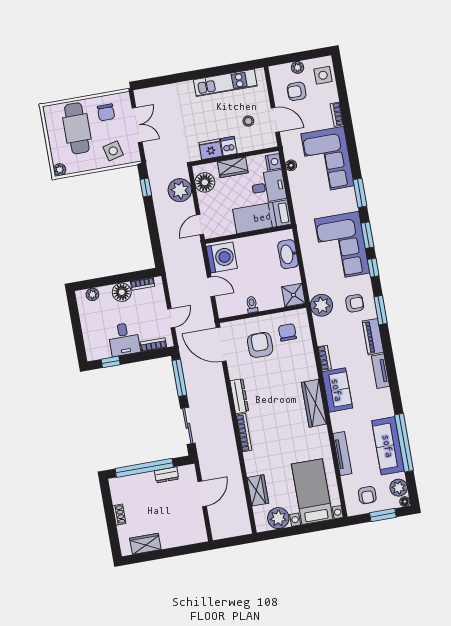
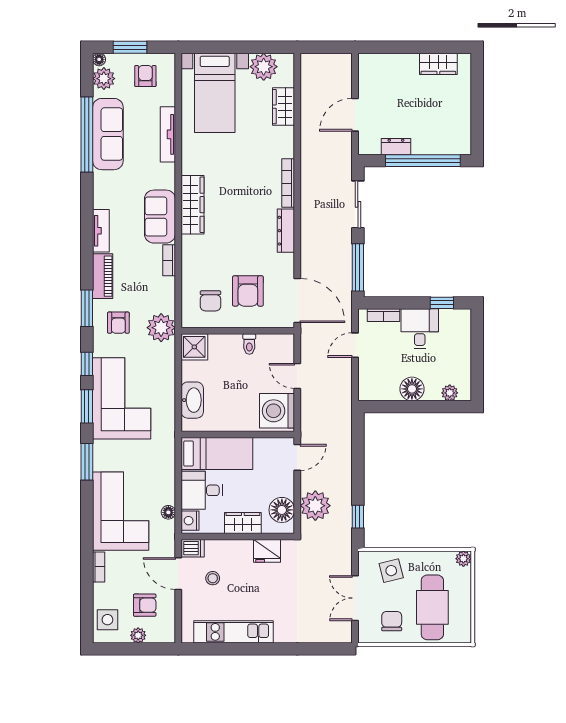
dishwasher: (229, 146) -> (193, 548), moved, turned -90
bookcase: (143, 284) -> (384, 395), removed
armchair: (355, 303) -> (118, 323), turned -90
shoe rack: (119, 515) -> (465, 107), removed

